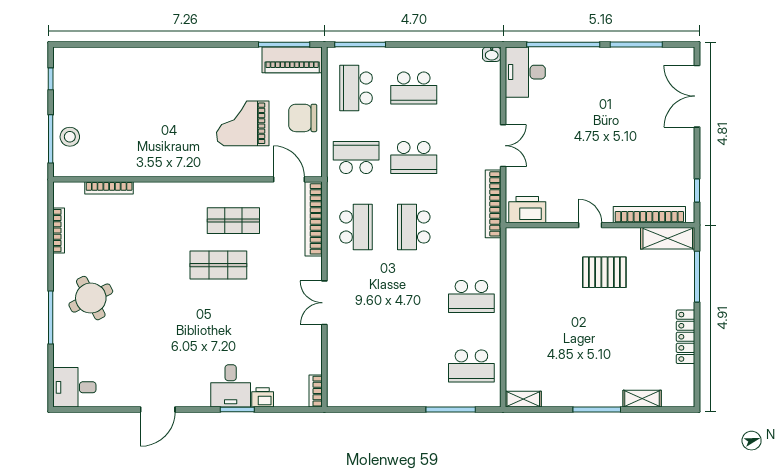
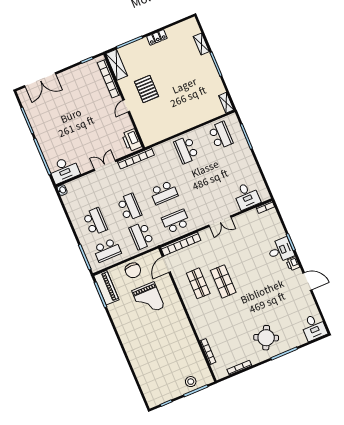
school desk: (471, 296) -> (186, 150), turned 180
round table: (91, 298) -> (266, 338), turned -38
locker: (686, 337) -> (157, 37), width x0.66
desk: (349, 367) -> (247, 196), added
printer: (263, 397) -> (293, 264), moved

